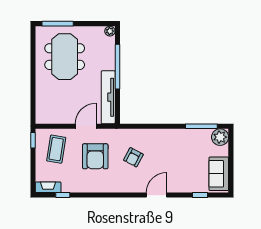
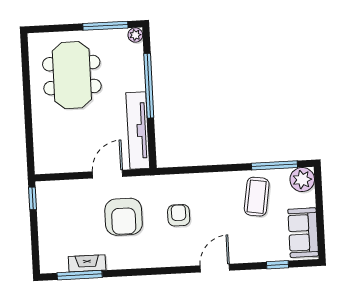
window: (58, 24) -> (105, 26), moved
coffee table: (56, 149) -> (257, 197), moved
armchair: (133, 157) -> (179, 215), turned 152
fireplace: (48, 187) -> (87, 263), moved
window: (63, 195) -> (80, 275), width x2.17

